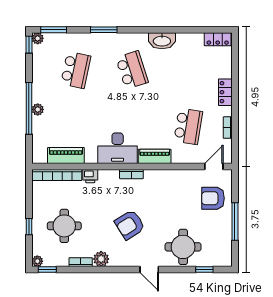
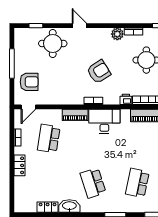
locker: (218, 39) -> (48, 207), moved
armchair: (130, 225) -> (99, 72), moved

